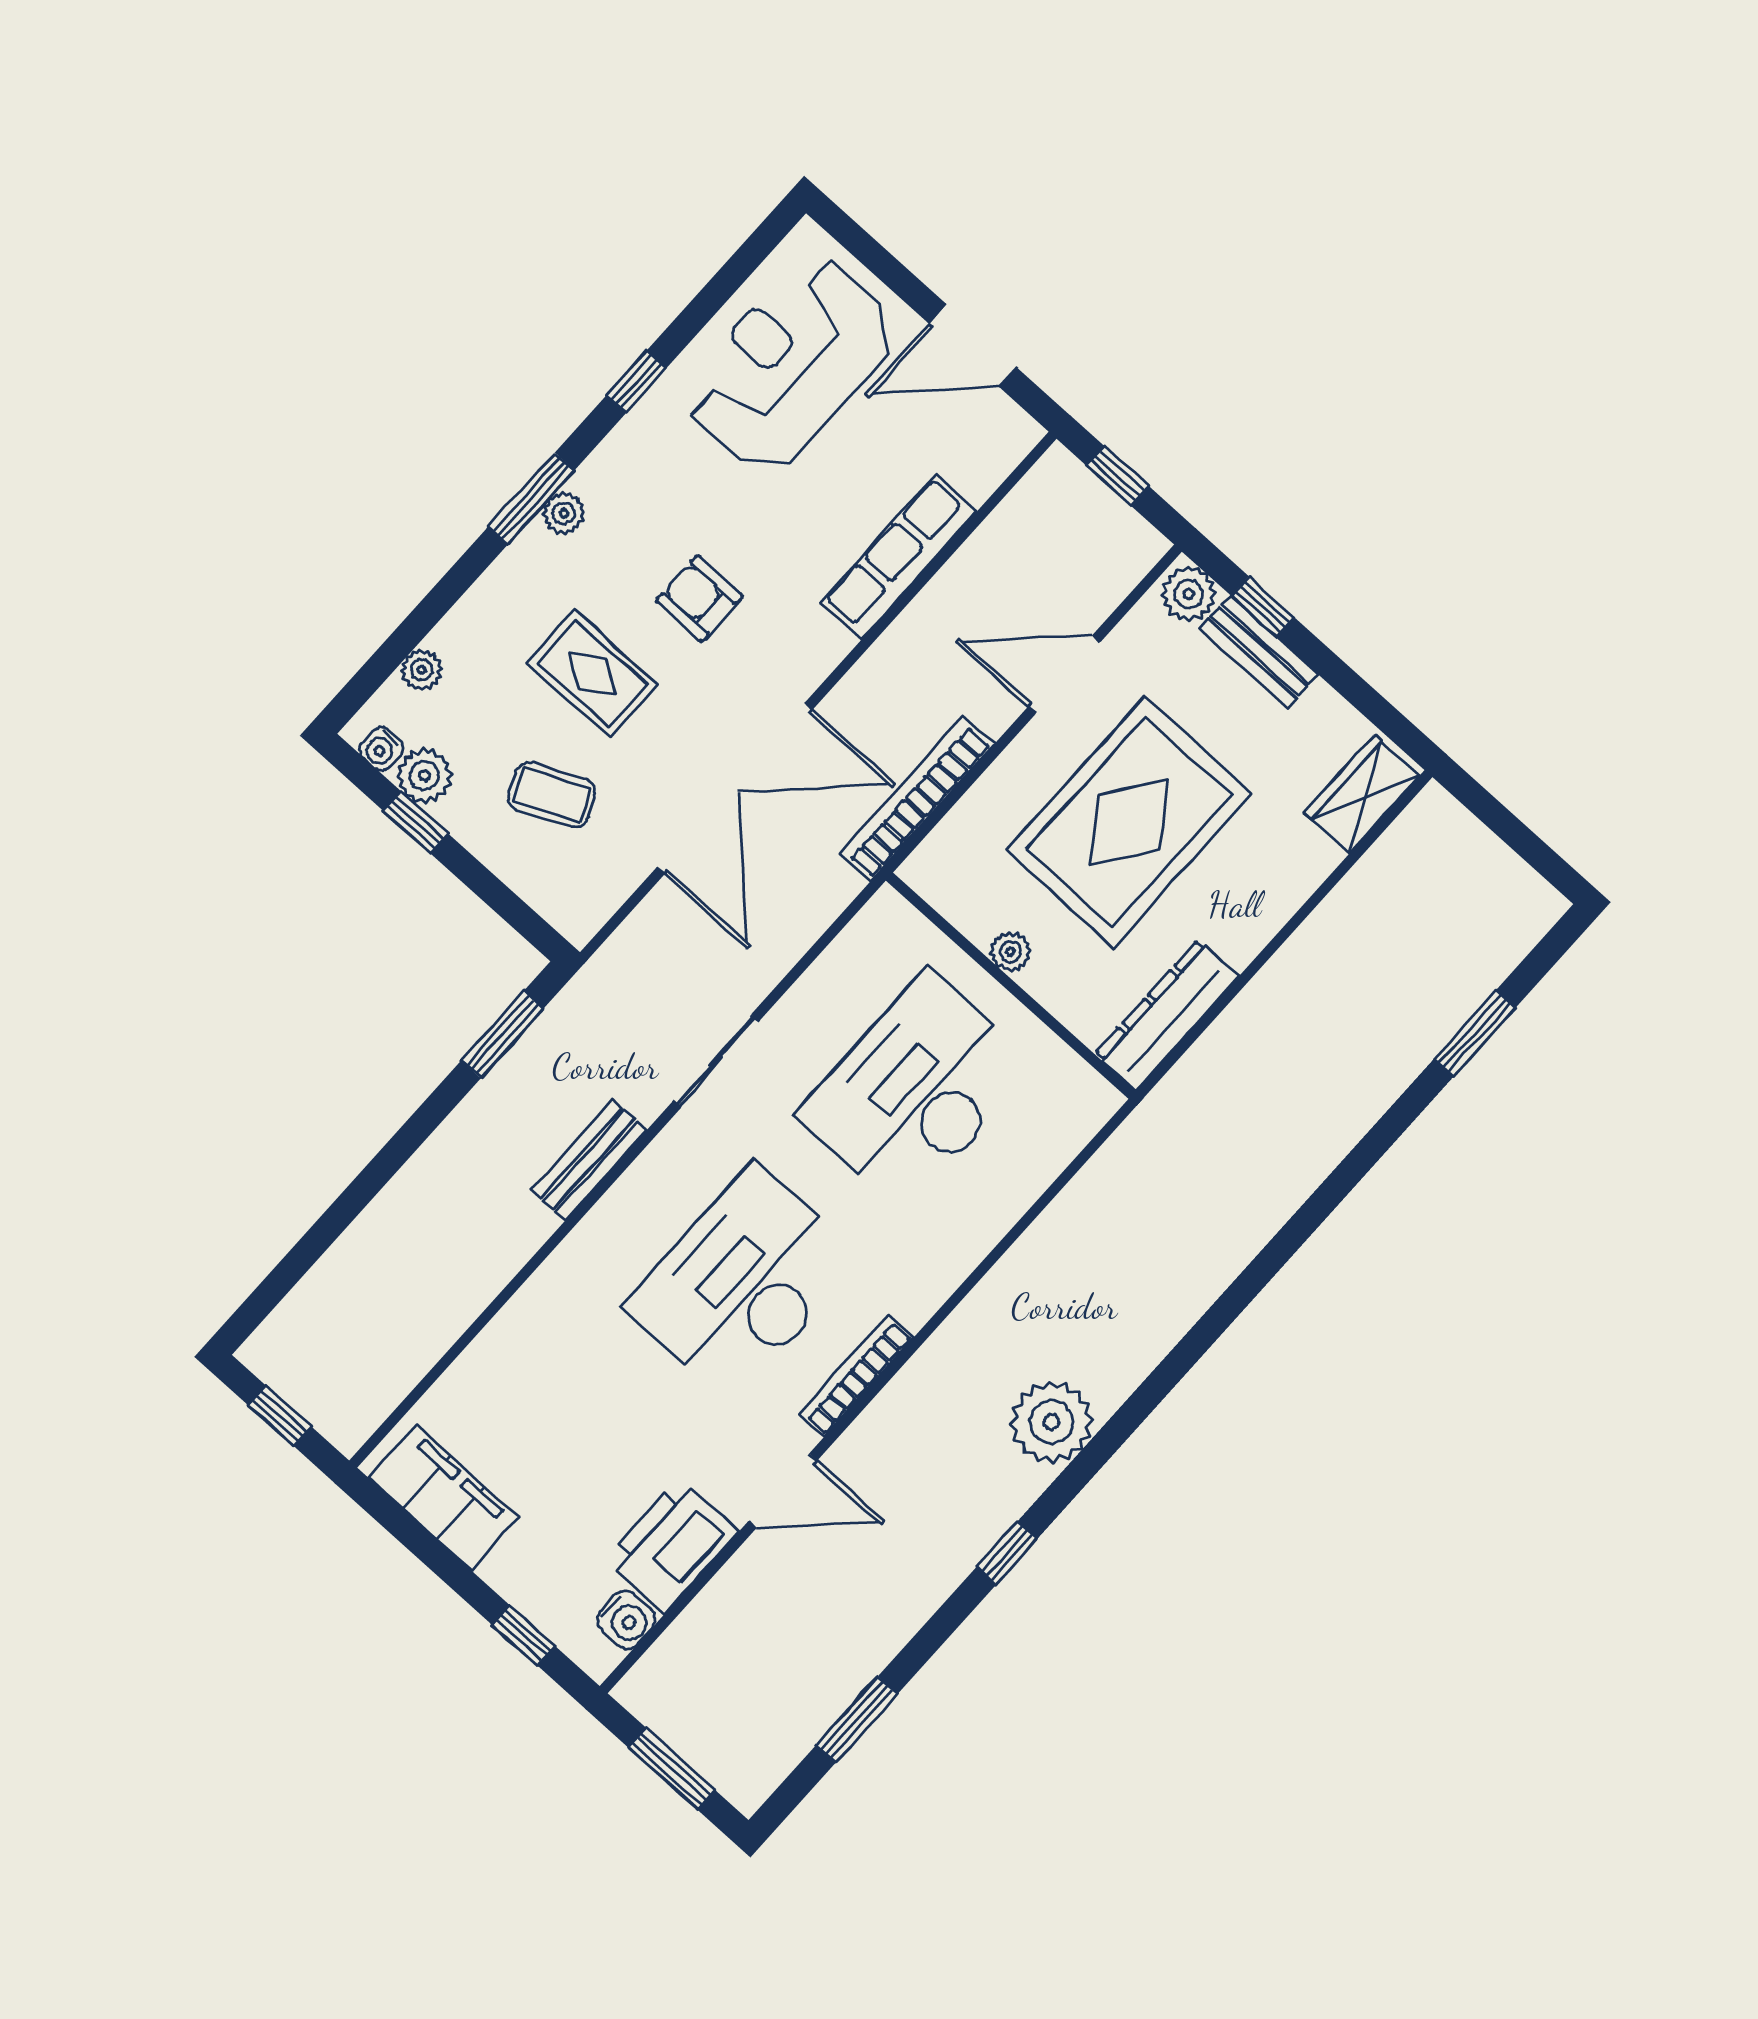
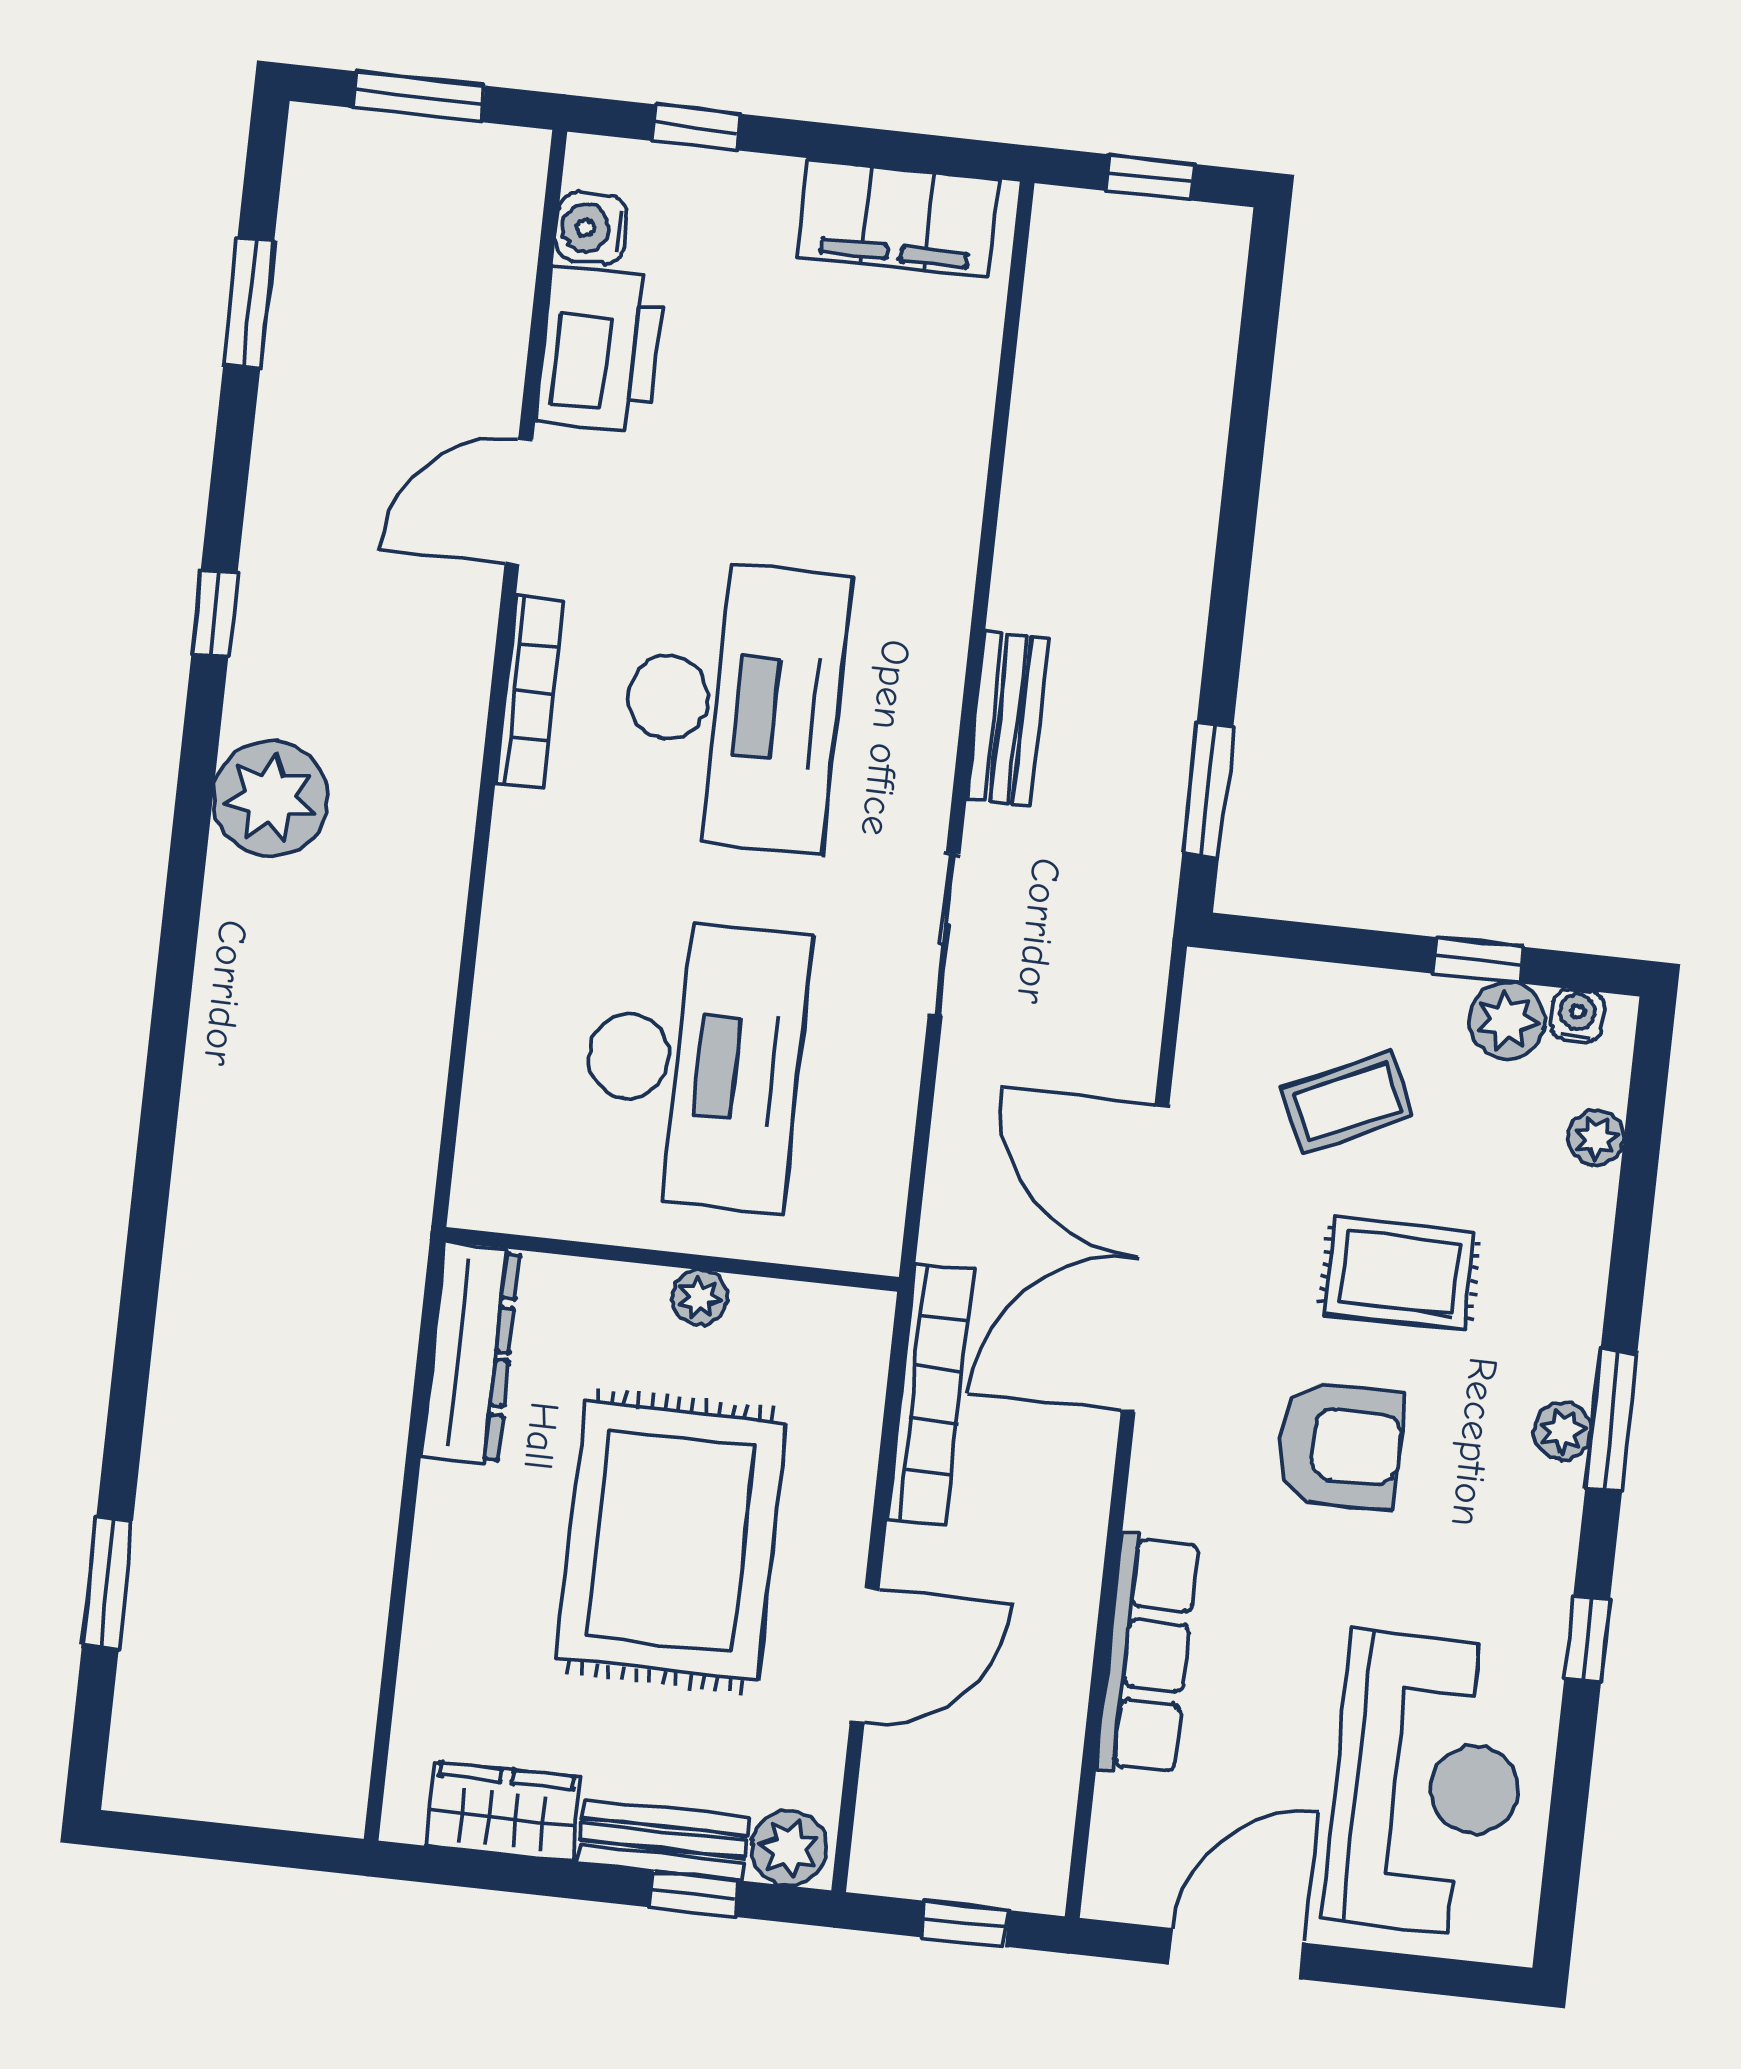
armchair: (700, 599) -> (1339, 1445), width x1.38, depth x1.38
wardrobe: (1362, 794) -> (503, 1811), moved, turned -90

